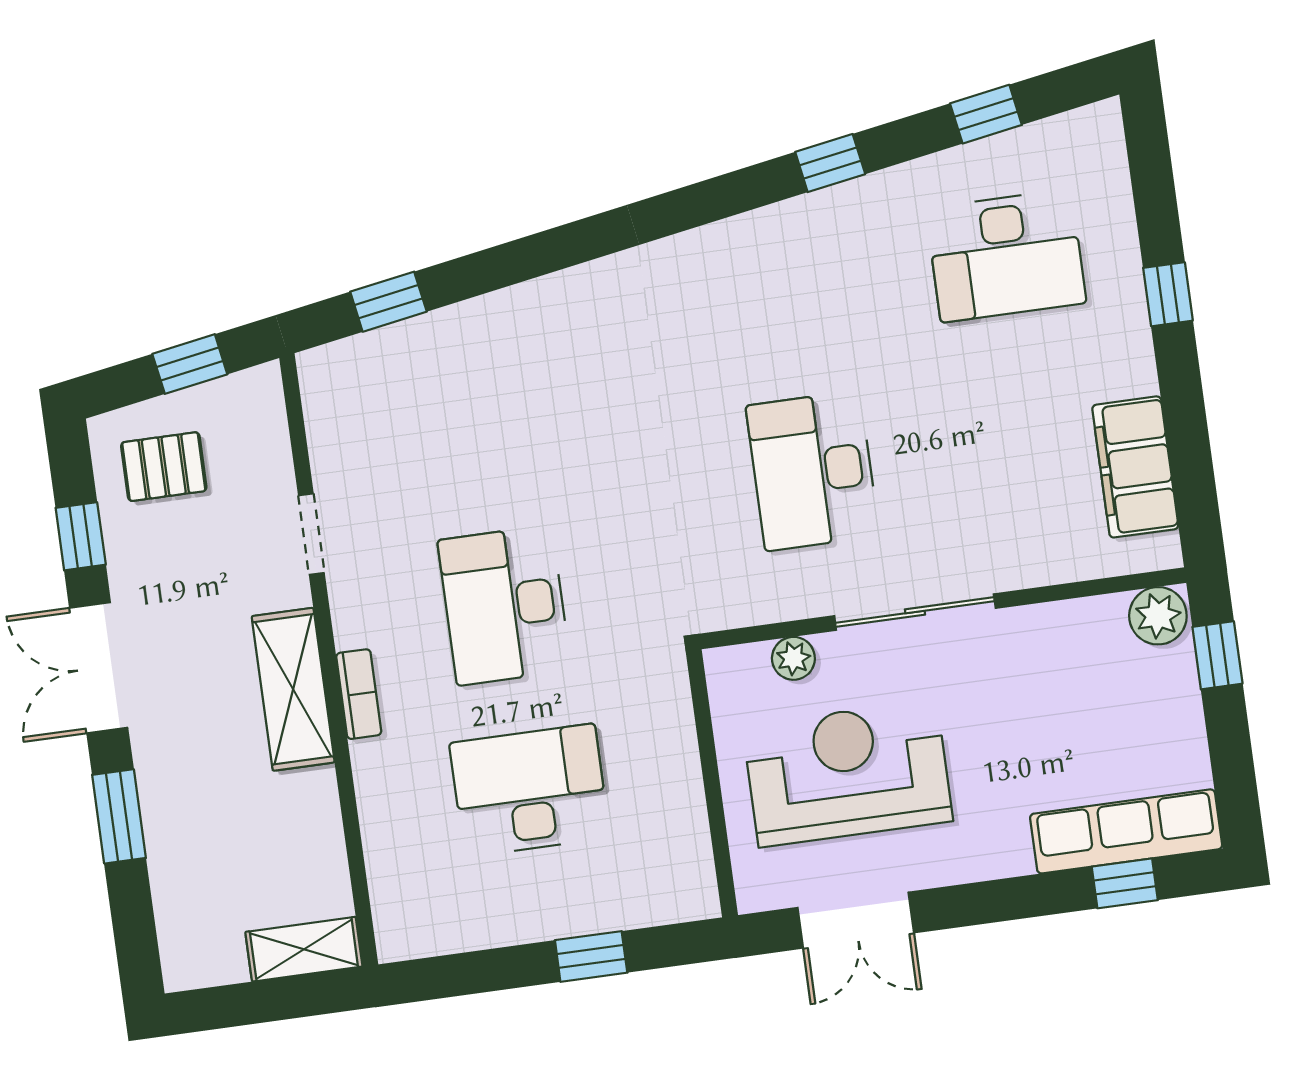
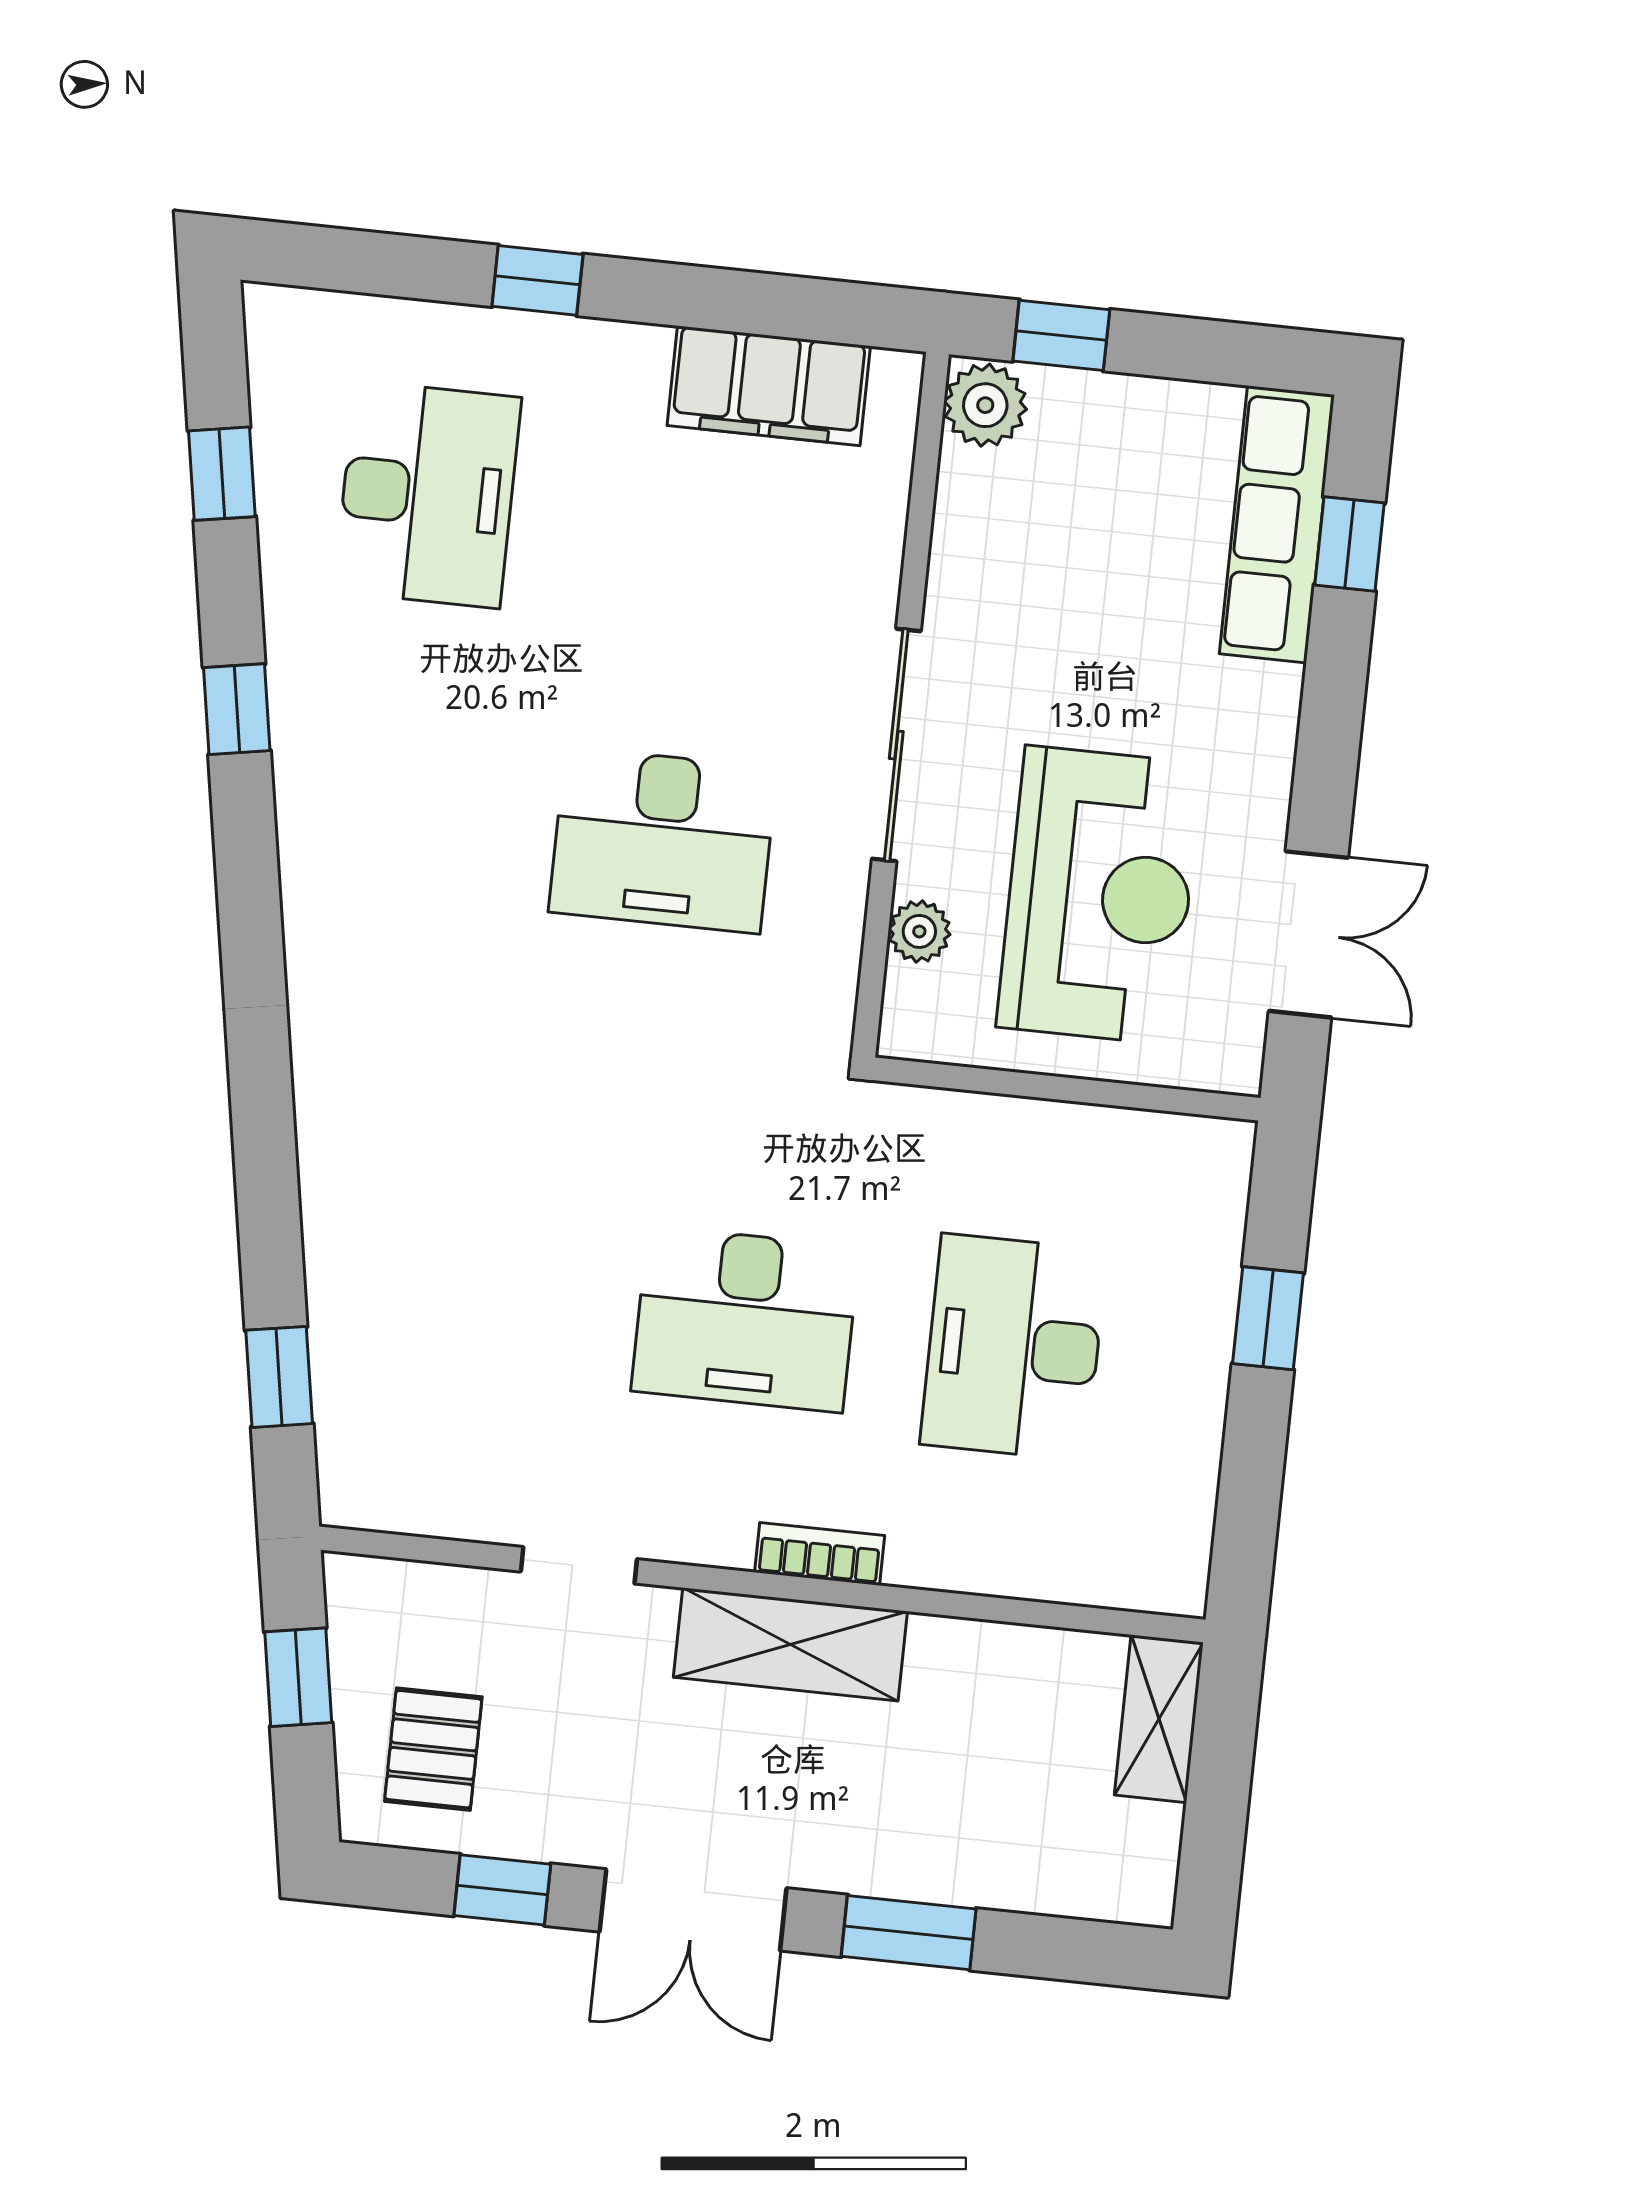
reception desk: (848, 773) -> (1099, 895), turned 180

